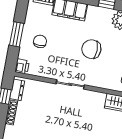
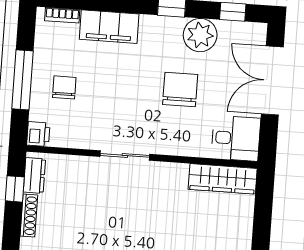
window: (17, 34) -> (23, 80), width x1.44
chair: (91, 49) -> (180, 89), moved, turned 90

